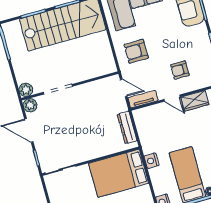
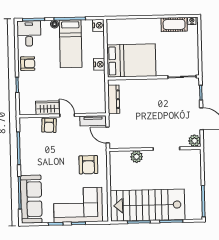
armchair: (136, 51) -> (88, 165), turned 90
armchair: (180, 70) -> (49, 125), moved, turned 93
plant: (26, 90) -> (137, 157), moved

